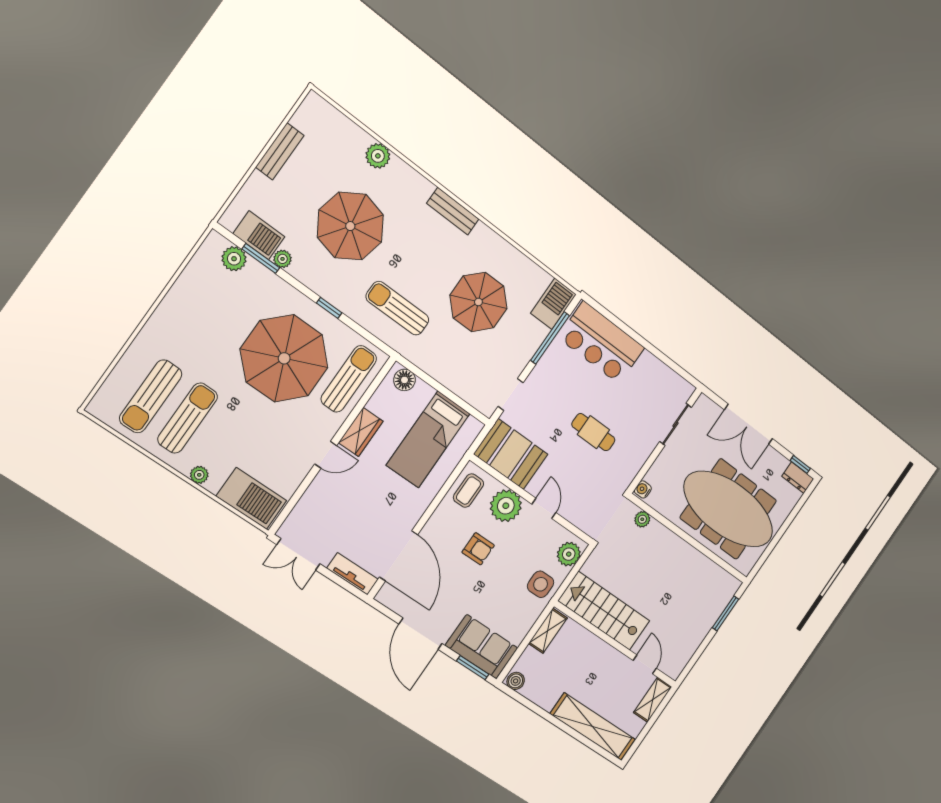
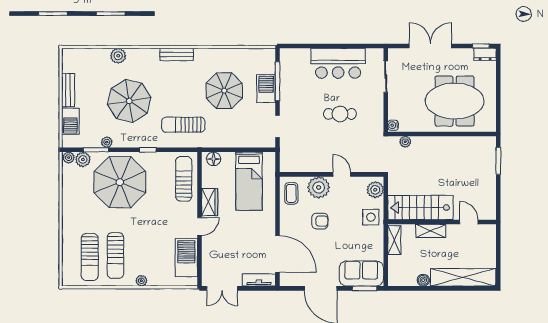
barbecue: (259, 235) -> (70, 121), moved, turned 90
plant: (216, 242) -> (69, 158), added
barbecue: (553, 304) -> (266, 89), moved
bar counter: (601, 343) -> (338, 63), moved
parasol: (284, 358) -> (120, 182), moved
sun lounger: (188, 418) -> (115, 256), turned 180
double door: (748, 424) -> (430, 46), swing flipped
booth: (511, 454) -> (301, 158), removed
barbecue: (251, 498) -> (186, 257), moved, turned -90
meeting table: (729, 509) -> (455, 101), width x0.73
boiler: (516, 681) -> (423, 280), moved
shelving: (653, 700) -> (431, 231), moved, turned 90

